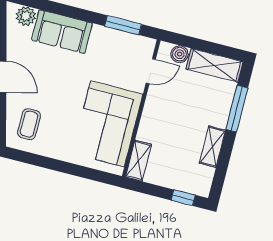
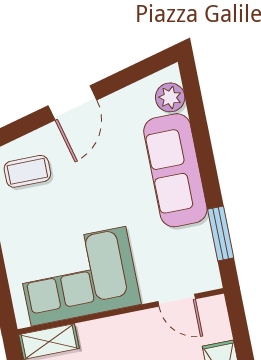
sofa: (62, 32) -> (175, 170), width x1.36
boiler: (180, 54) -> (218, 328), removed

